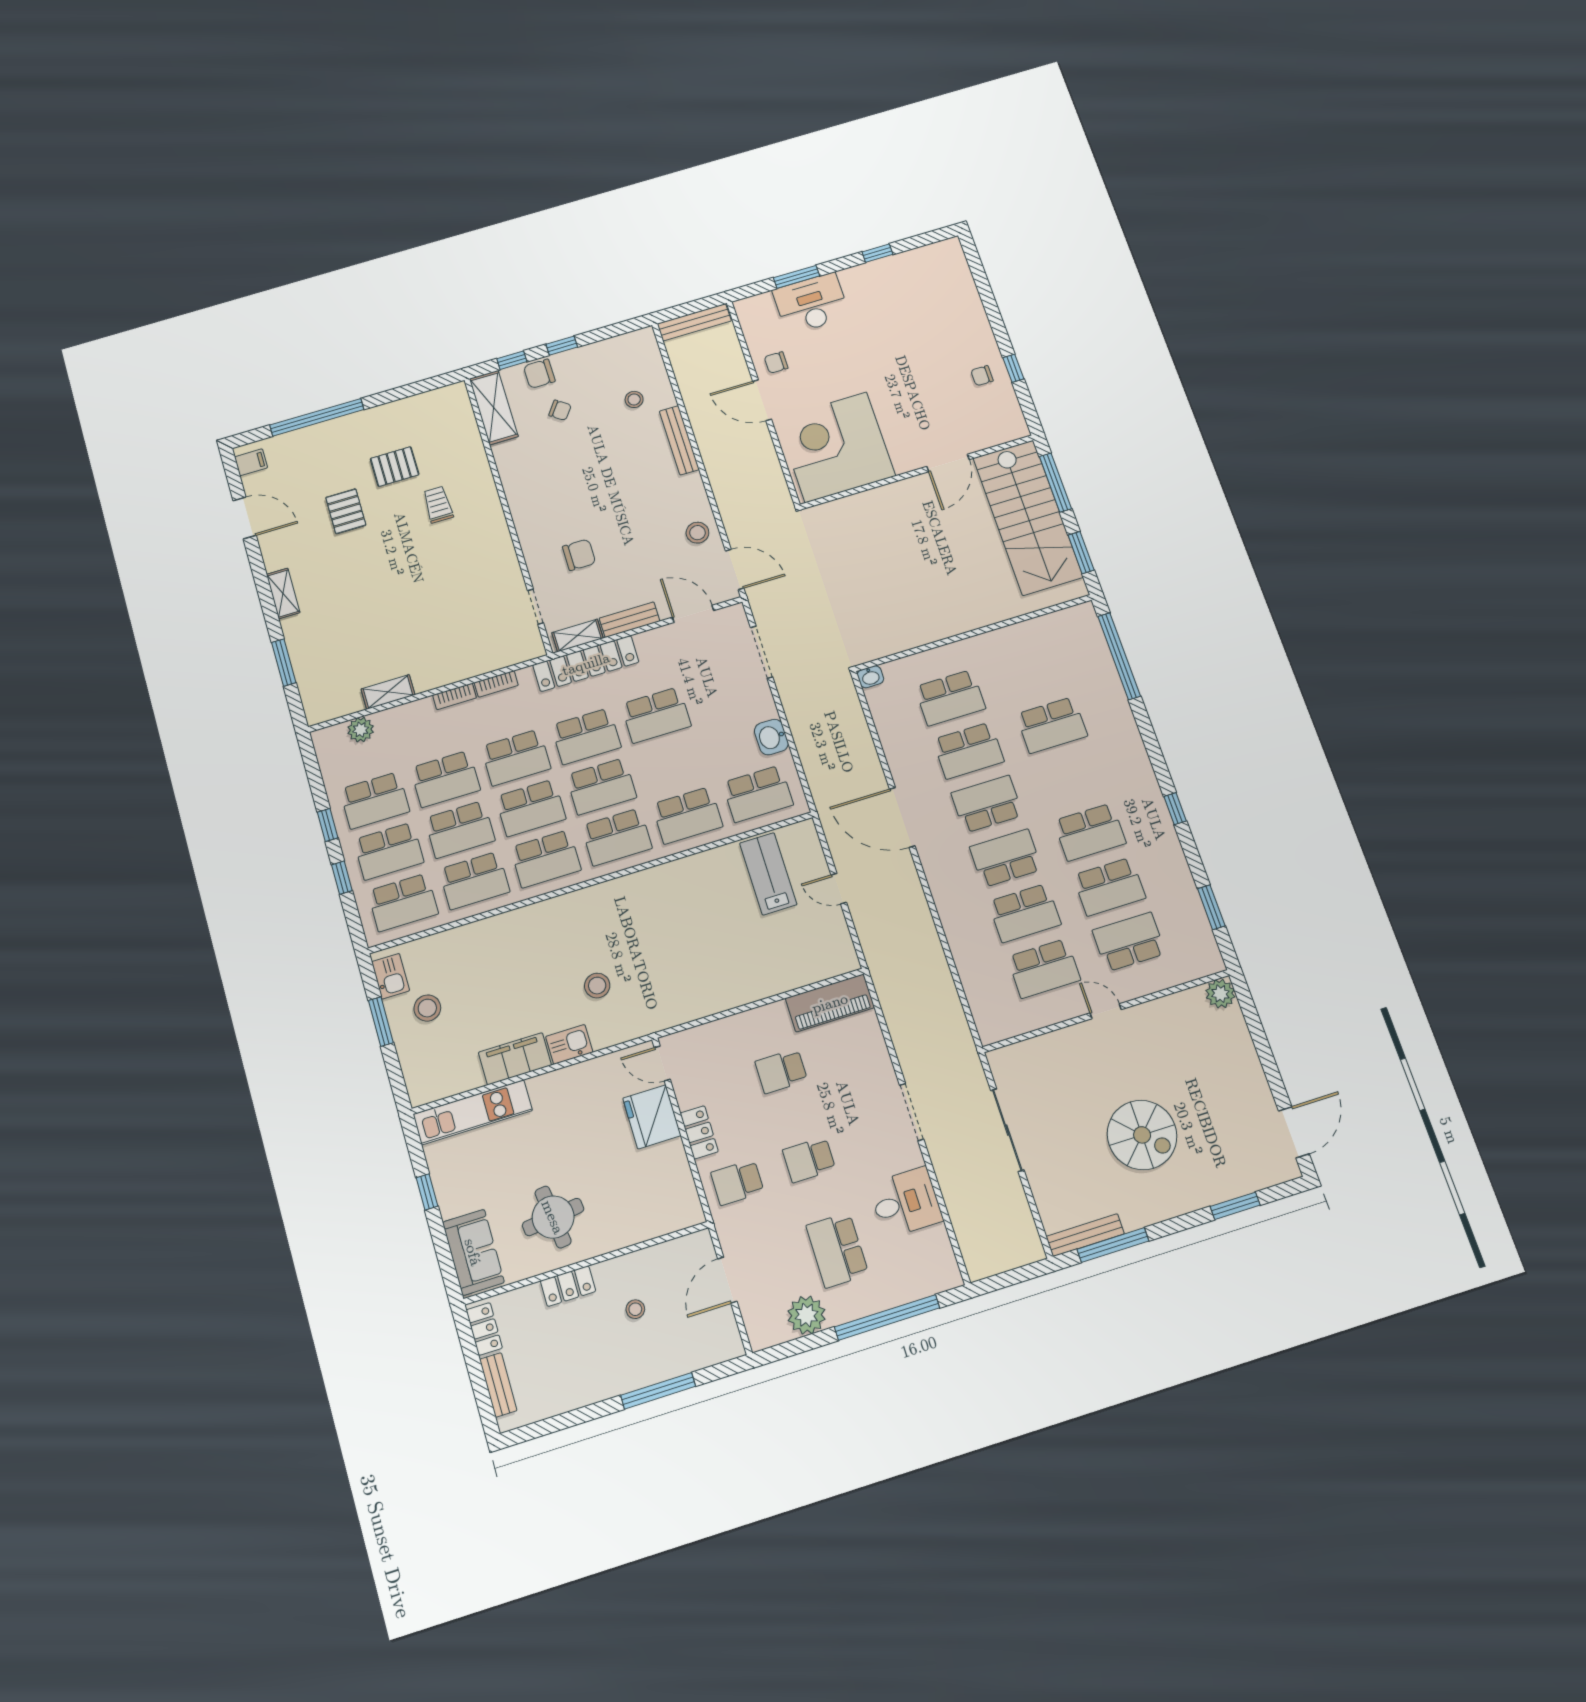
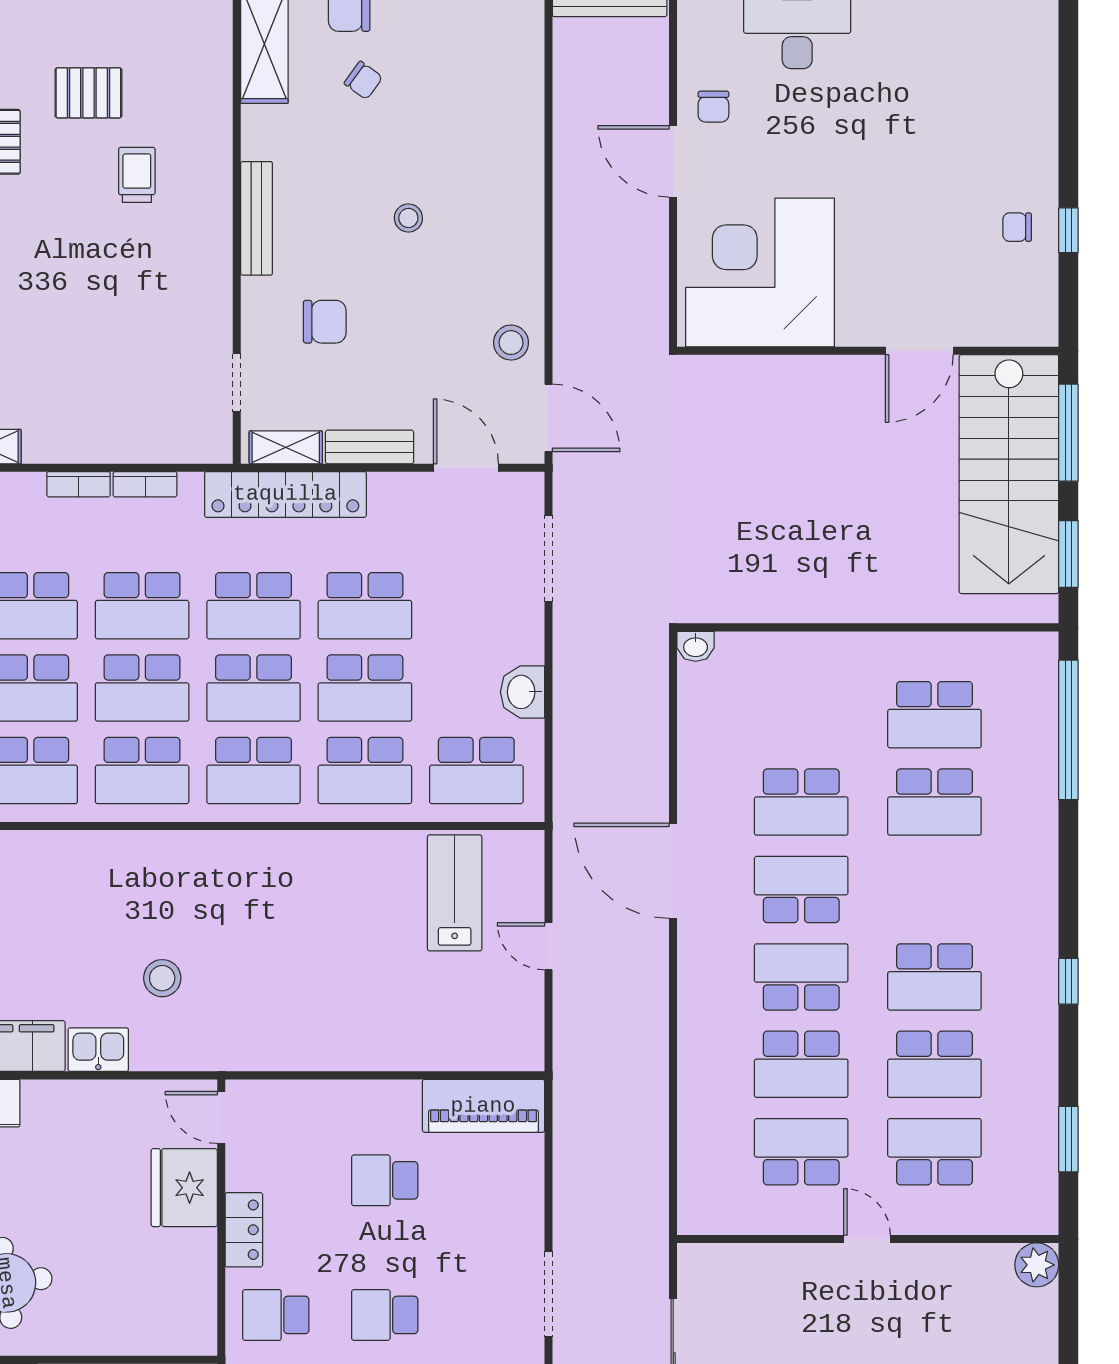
chair: (776, 363) -> (713, 107), turned -90
stool: (634, 399) -> (408, 218), moved
bench: (679, 440) -> (257, 218), moved
school desk: (950, 698) -> (934, 715), moved
school desk: (672, 765) -> (365, 688), added
school desk: (1044, 968) -> (801, 1152), turned 180

